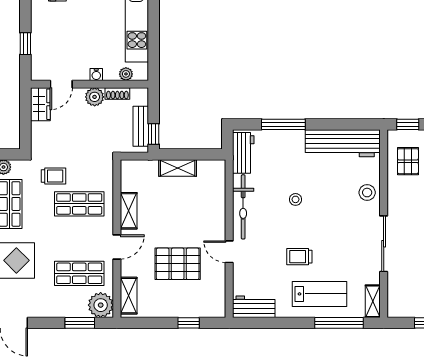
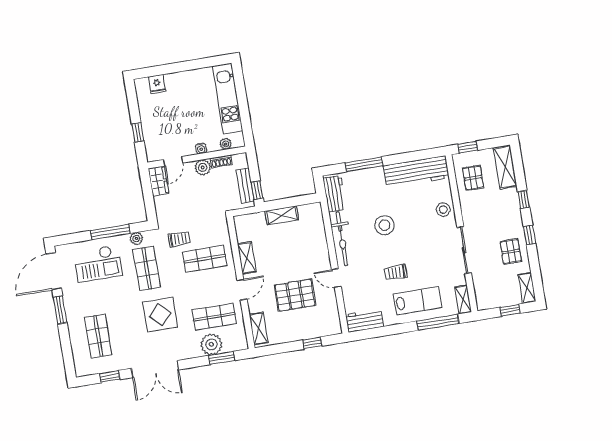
stool: (296, 199) -> (384, 225), width x1.89, depth x1.89
plant: (101, 305) -> (211, 344), moved

